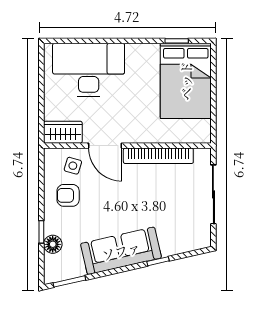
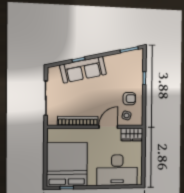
bed: (186, 81) -> (67, 164), width x1.36
door: (105, 146) -> (108, 127), hinge flipped
floor lamp: (53, 244) -> (138, 71), removed
sofa: (121, 251) -> (83, 70), moved

